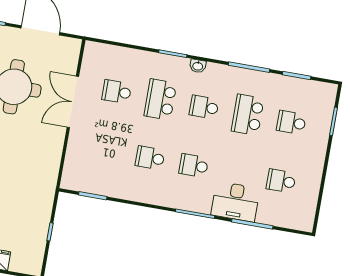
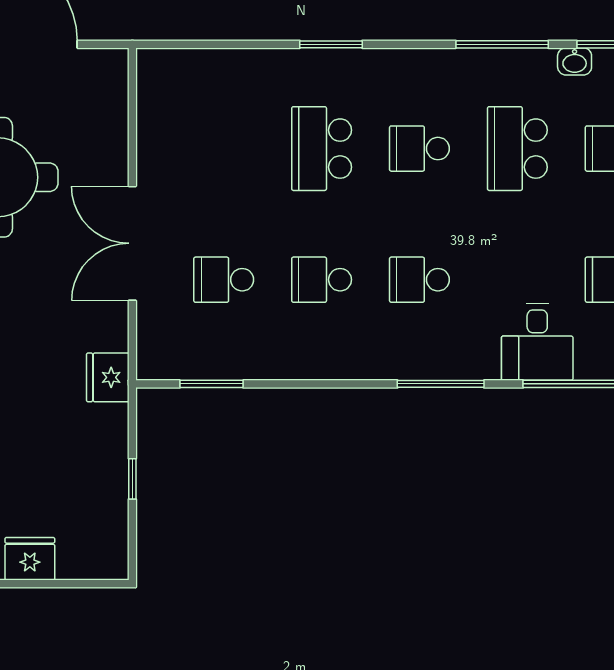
washbasin: (198, 66) -> (575, 61), moved
school desk: (117, 92) -> (224, 280), moved
double door: (73, 102) -> (132, 243), moved
fridge: (47, 185) -> (108, 377), added
desk: (235, 202) -> (537, 342), width x0.73

